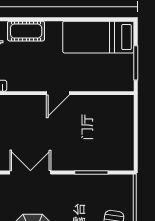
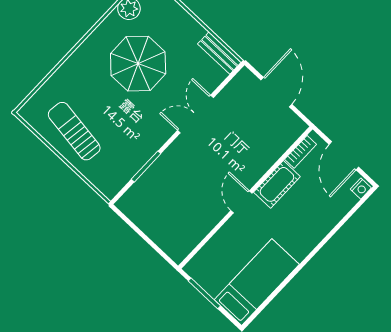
cot: (26, 31) -> (277, 184), moved
double door: (30, 172) -> (195, 114), swing flipped

